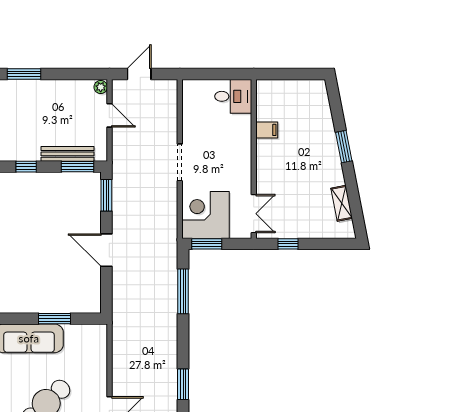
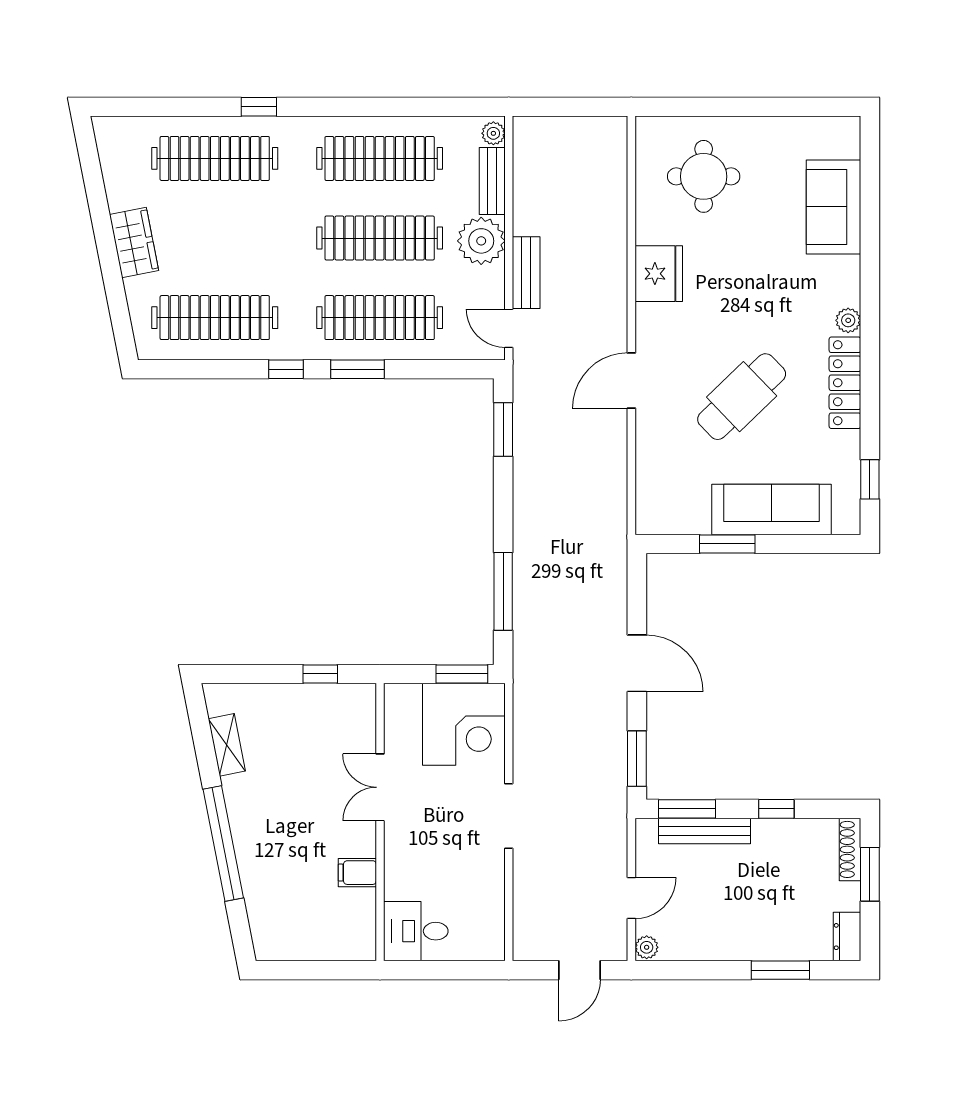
door: (109, 115) -> (631, 898), swing flipped
window: (344, 147) -> (223, 843), width x2.11
double door: (254, 214) -> (380, 787), moved

